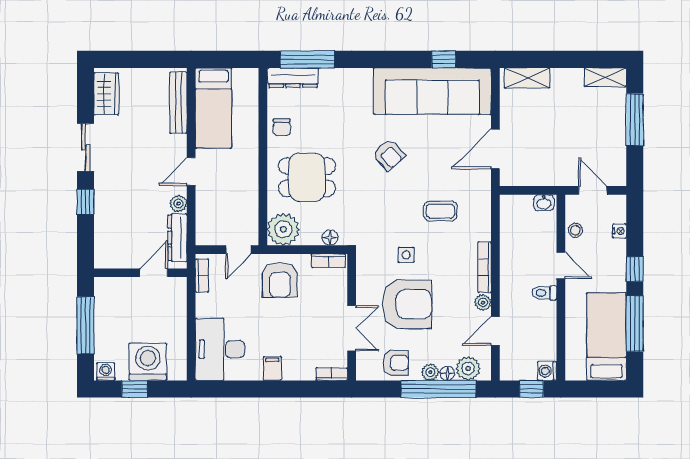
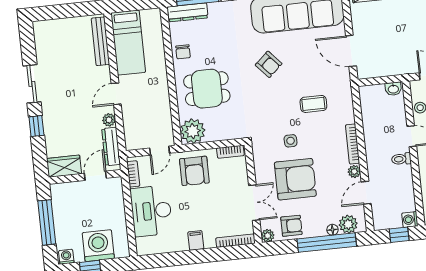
wardrobe: (106, 94) -> (64, 166), moved, turned -90
door: (495, 149) -> (351, 51), hinge flipped
floor lamp: (330, 238) -> (230, 134), removed
desk: (220, 349) -> (151, 211), moved
plant: (430, 372) -> (268, 236), moved
bookcase: (332, 374) -> (235, 241), width x1.56

